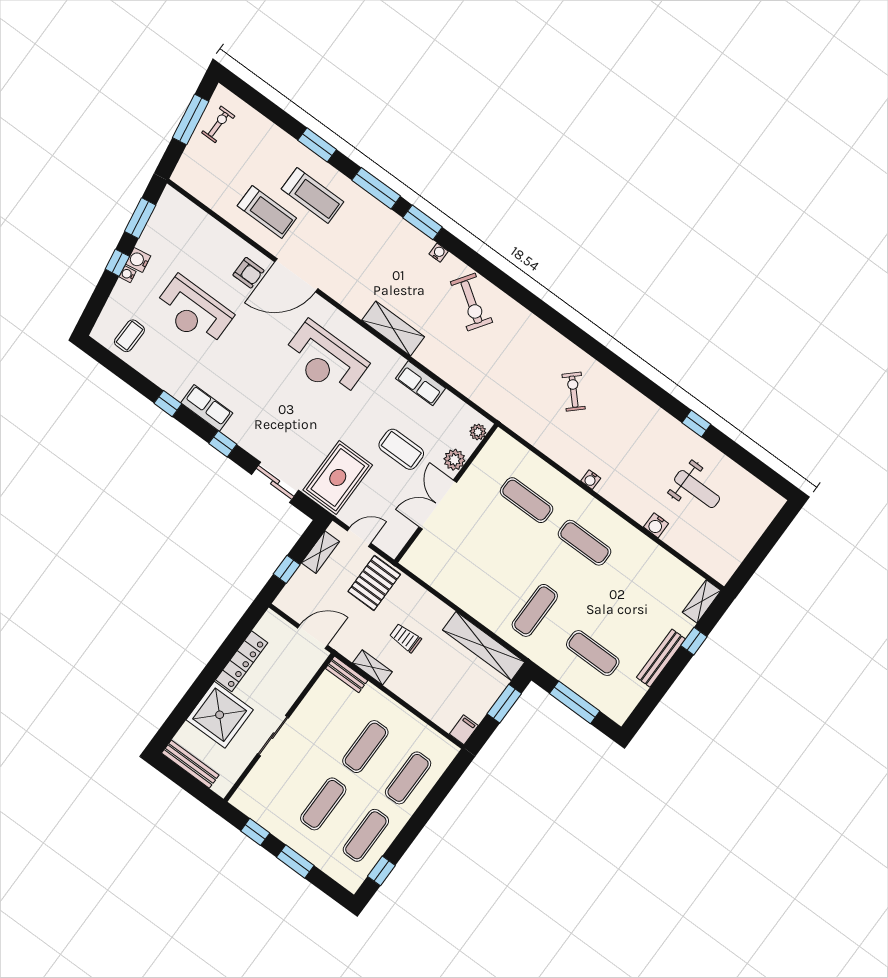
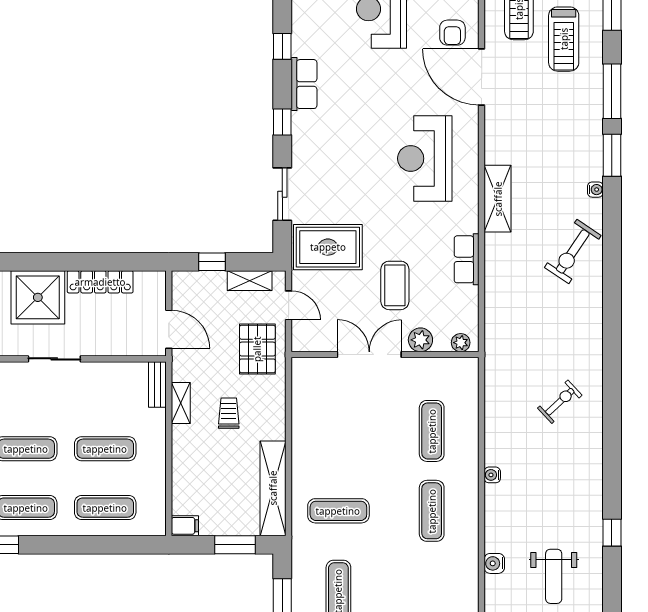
pallet: (374, 583) -> (257, 349), turned 90

